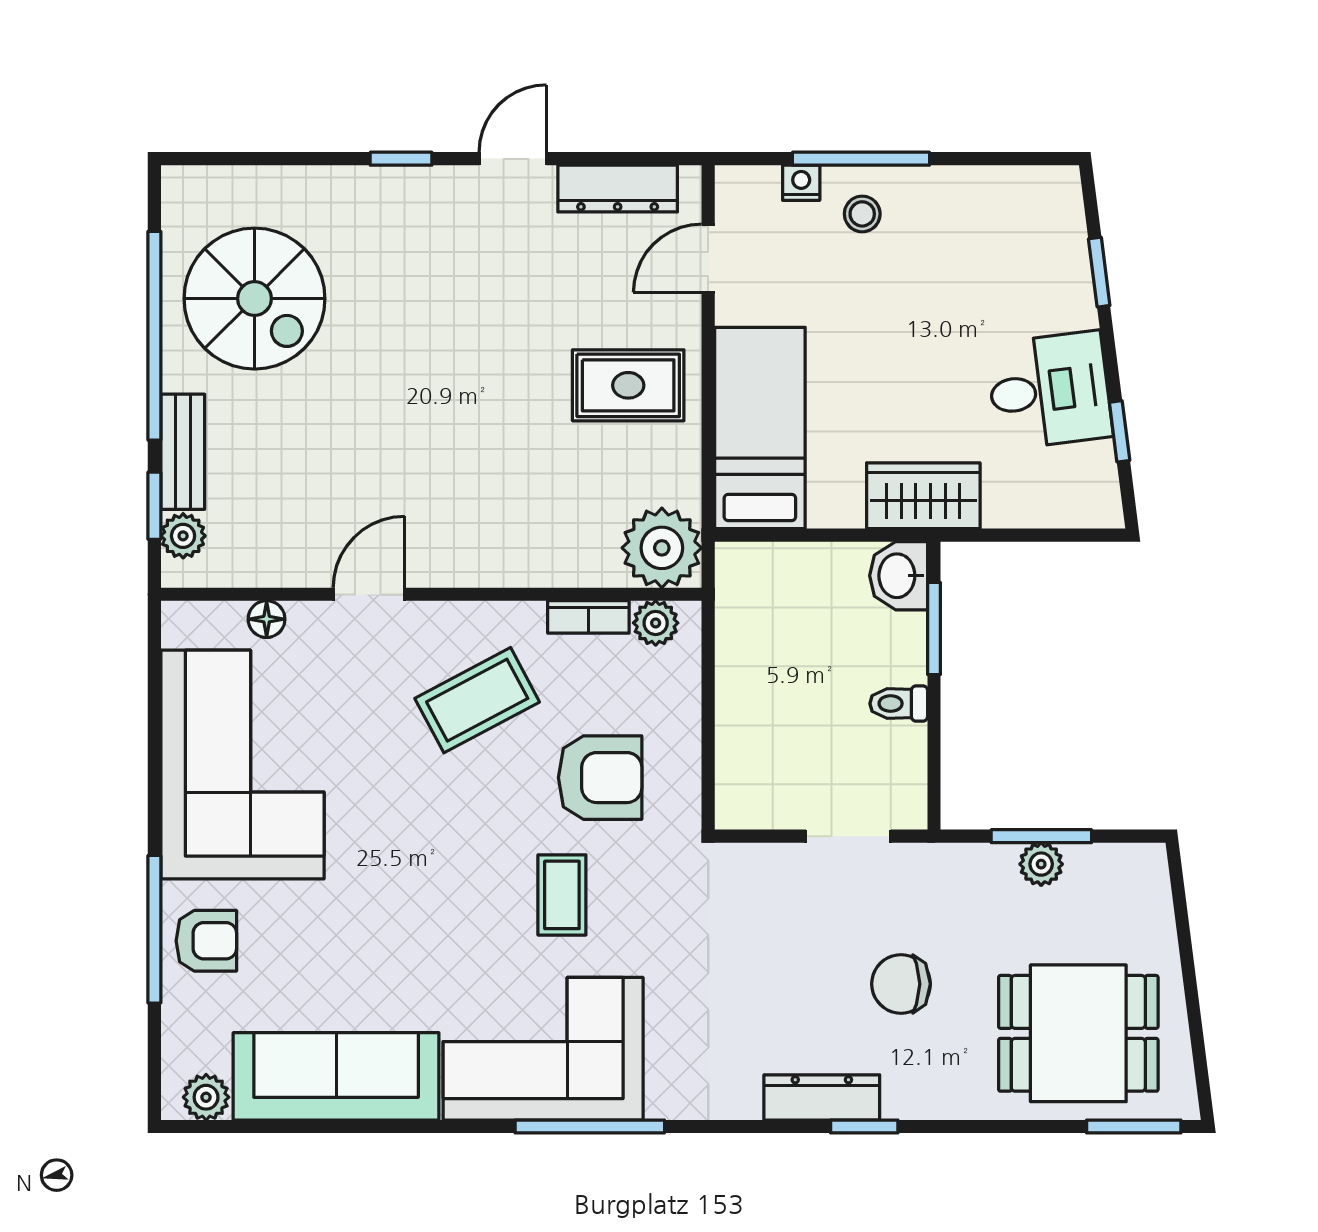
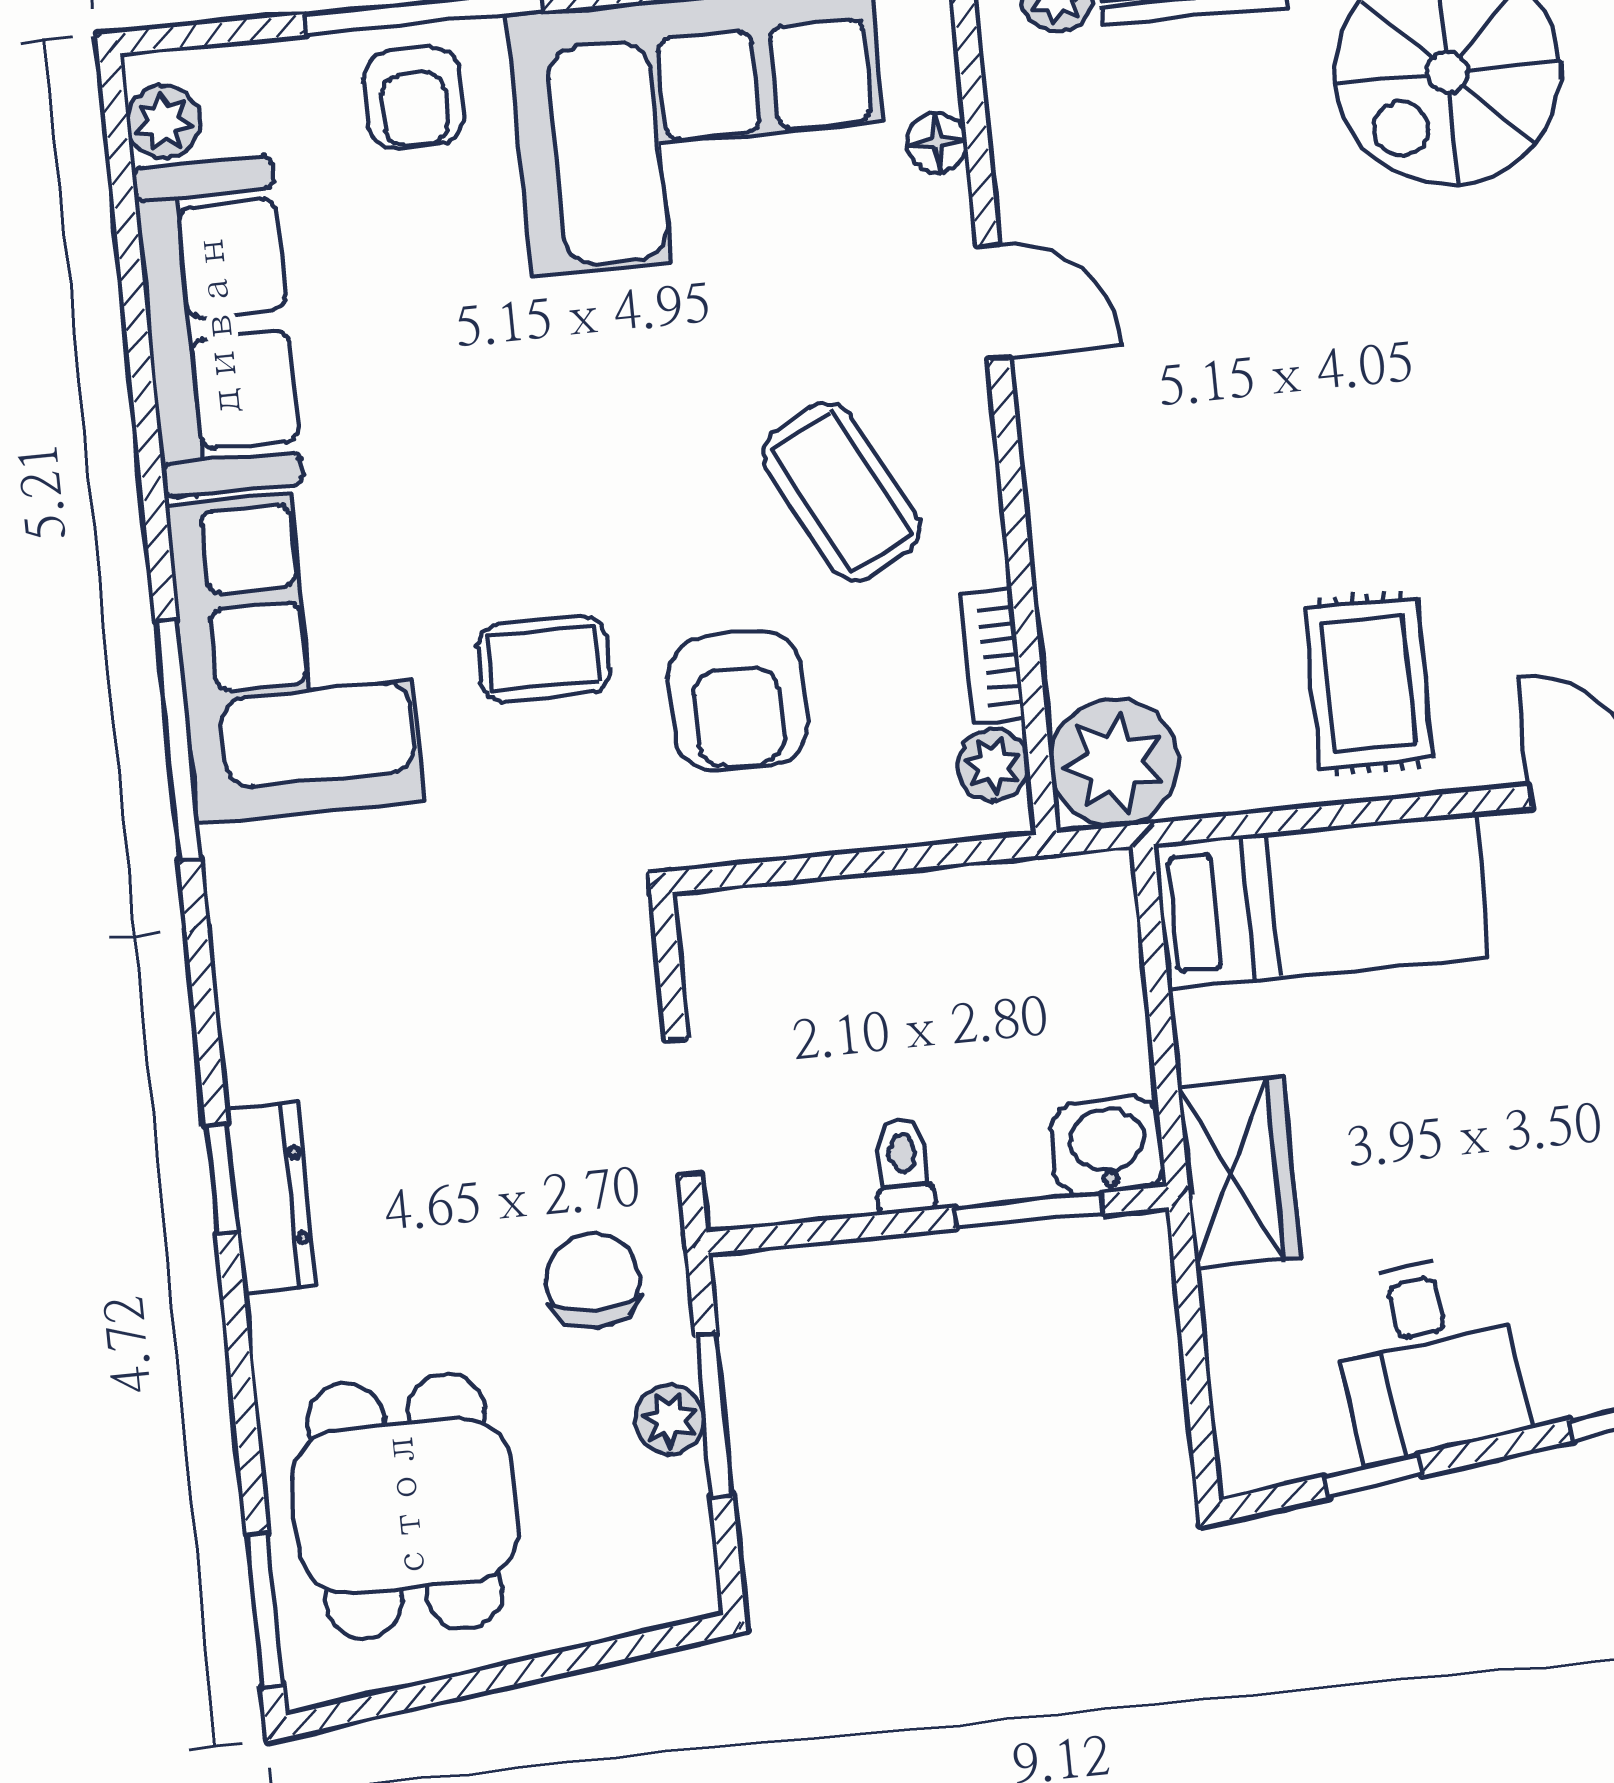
chair: (901, 984) -> (593, 1281), moved
dresser: (822, 1097) -> (271, 1198), moved

